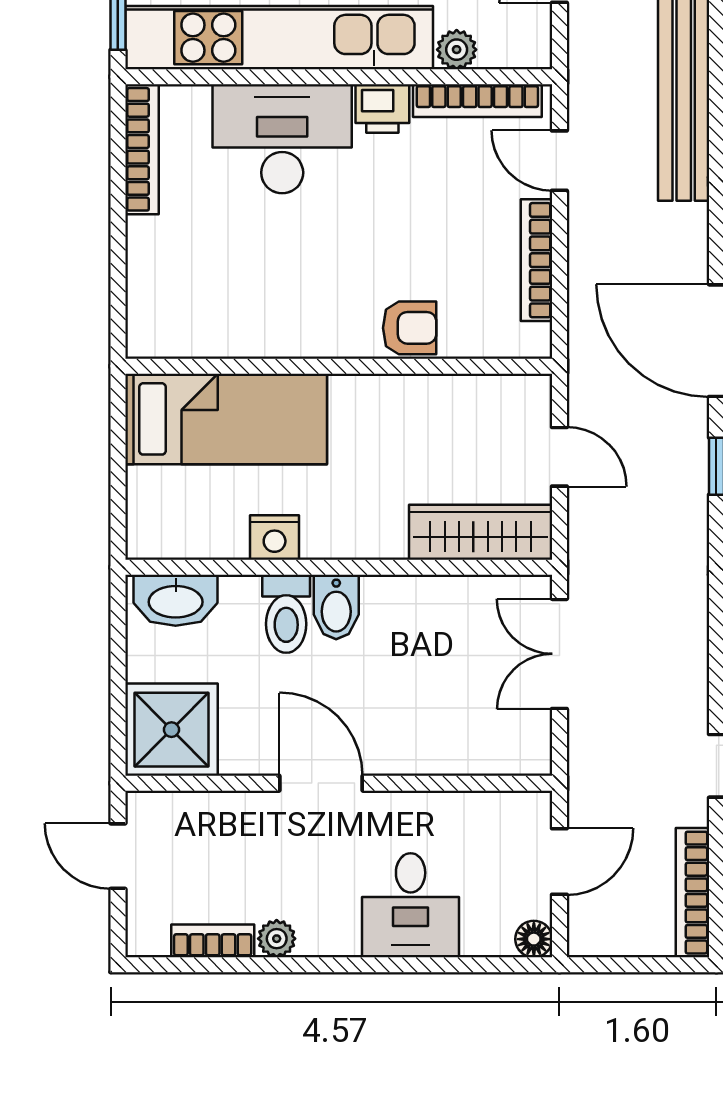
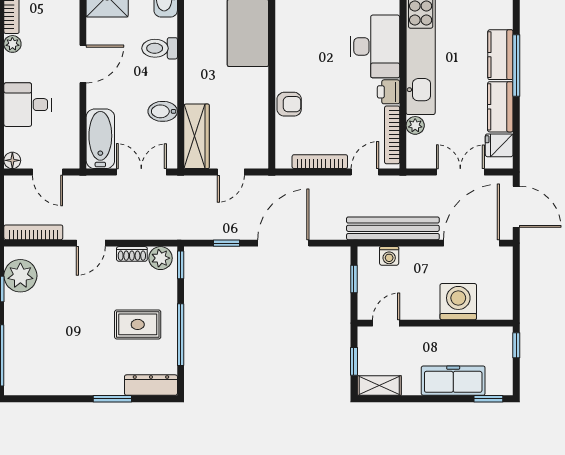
armchair: (410, 328) -> (289, 104), turned -90
nightstand: (275, 538) -> (194, 43), removed
bidet: (336, 607) -> (163, 111), moved
bathtub: (486, 745) -> (100, 139), added

